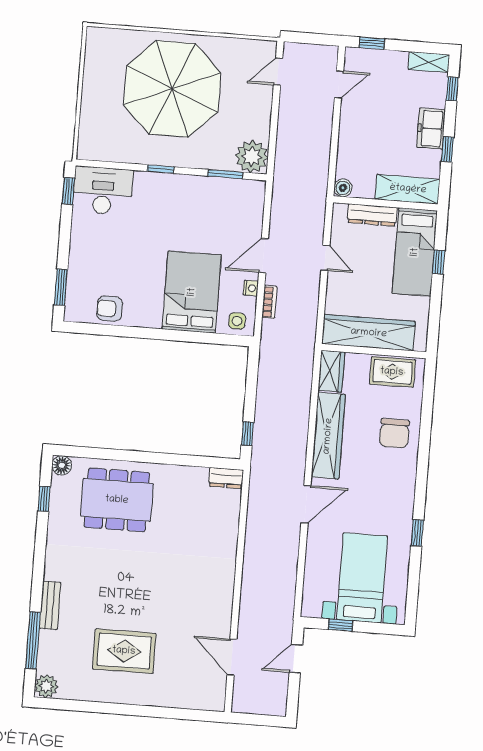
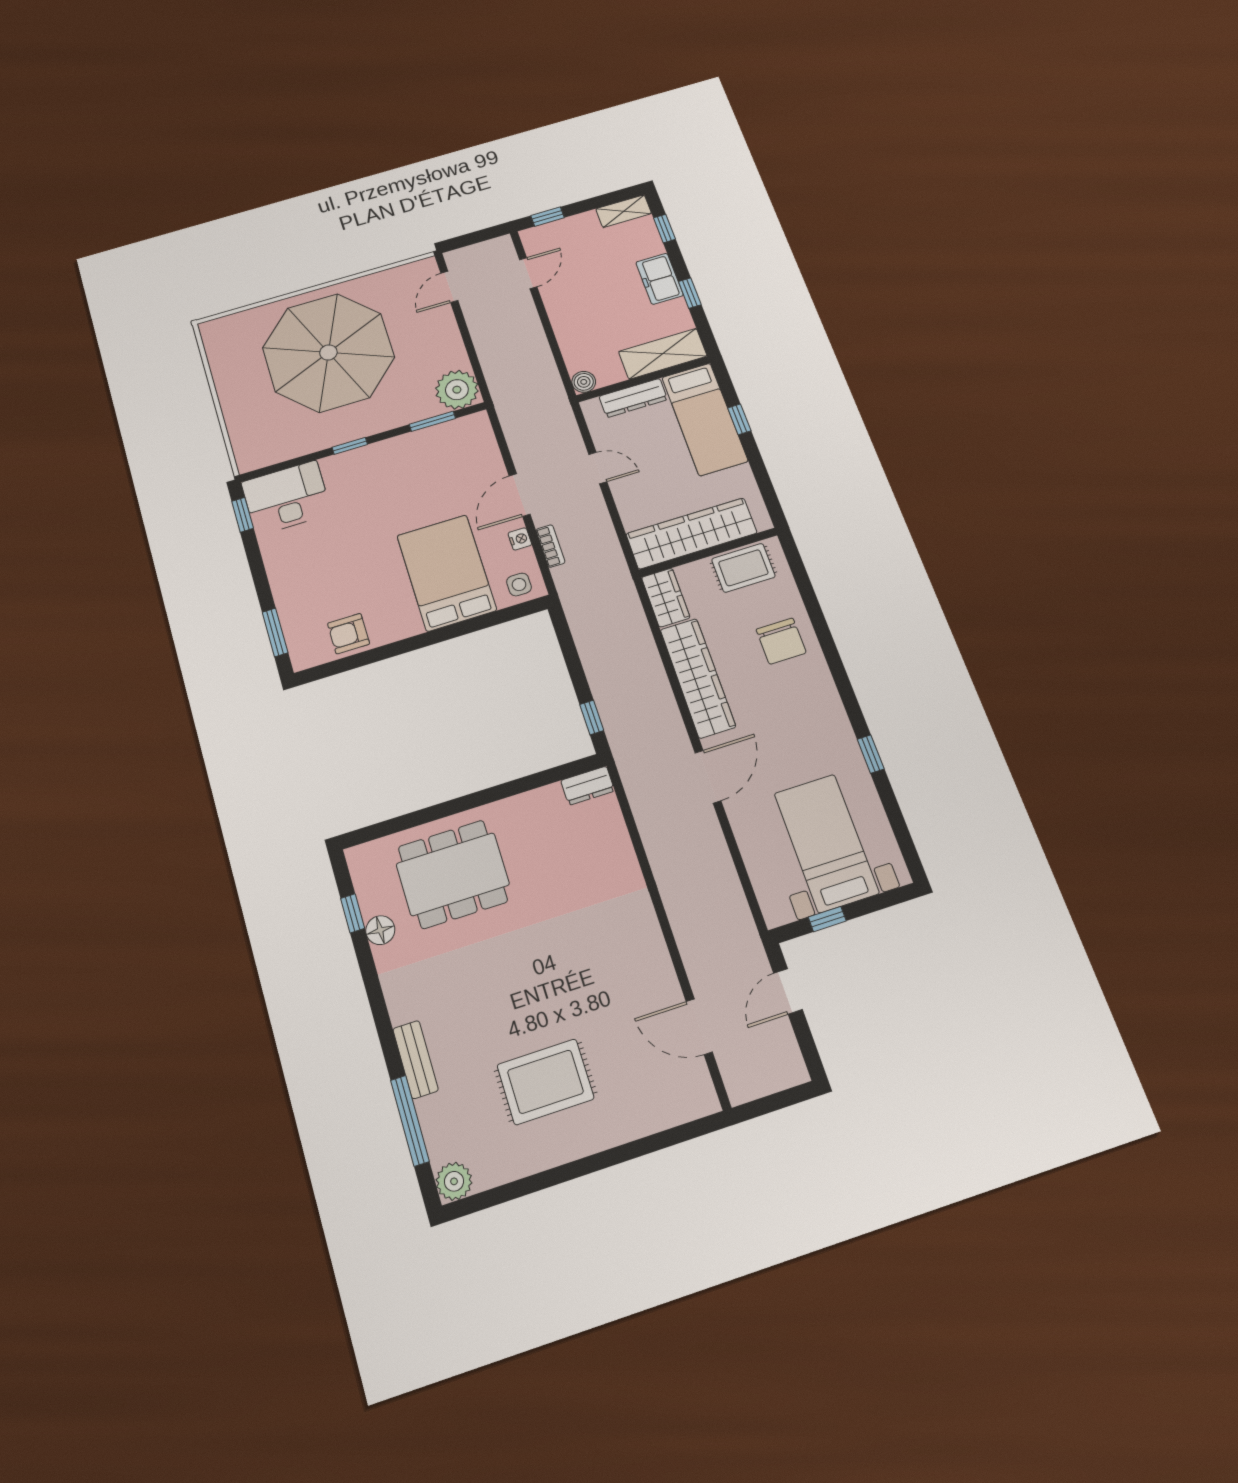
floor lamp: (62, 465) -> (380, 930), moved

